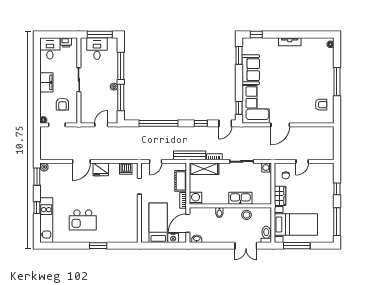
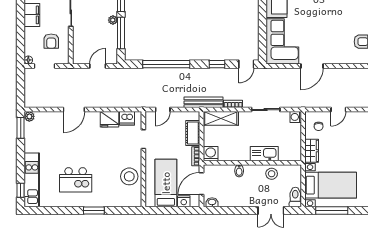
window: (239, 108) -> (263, 45), removed
fridge: (101, 169) -> (110, 119), moved
window: (37, 208) -> (21, 190), moved
stool: (128, 217) -> (129, 176), added

